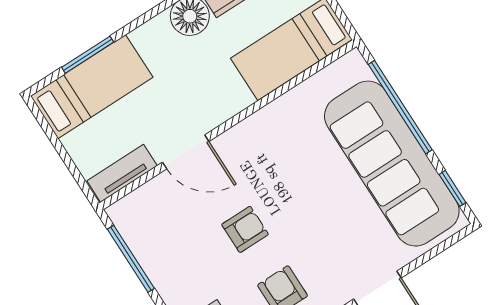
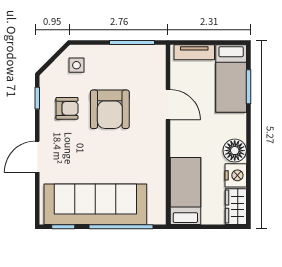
door: (186, 152) -> (168, 105), swing flipped
tv unit: (122, 173) -> (194, 52), moved, turned 90
armchair: (245, 229) -> (110, 109), width x1.88, depth x1.88

